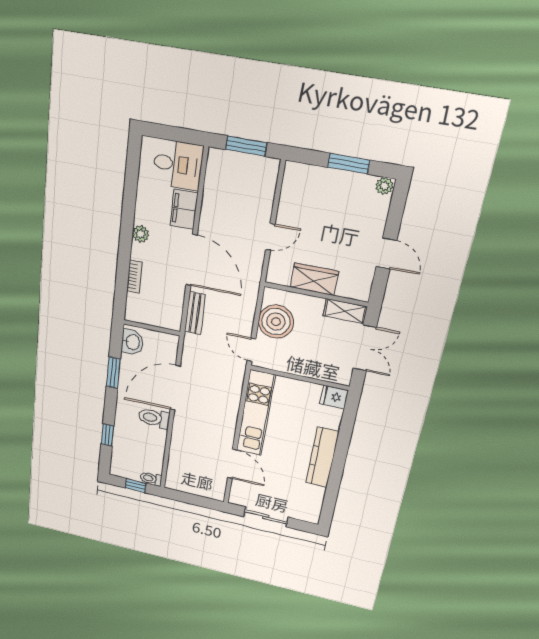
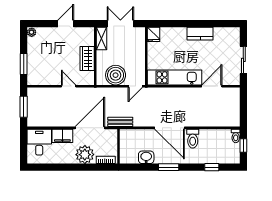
window: (349, 164) -> (24, 64), moved
plant: (141, 234) -> (85, 155), width x1.88, depth x1.88
wall: (152, 328) -> (118, 146), moved
kitchen counter: (322, 457) -> (200, 34), width x0.67

